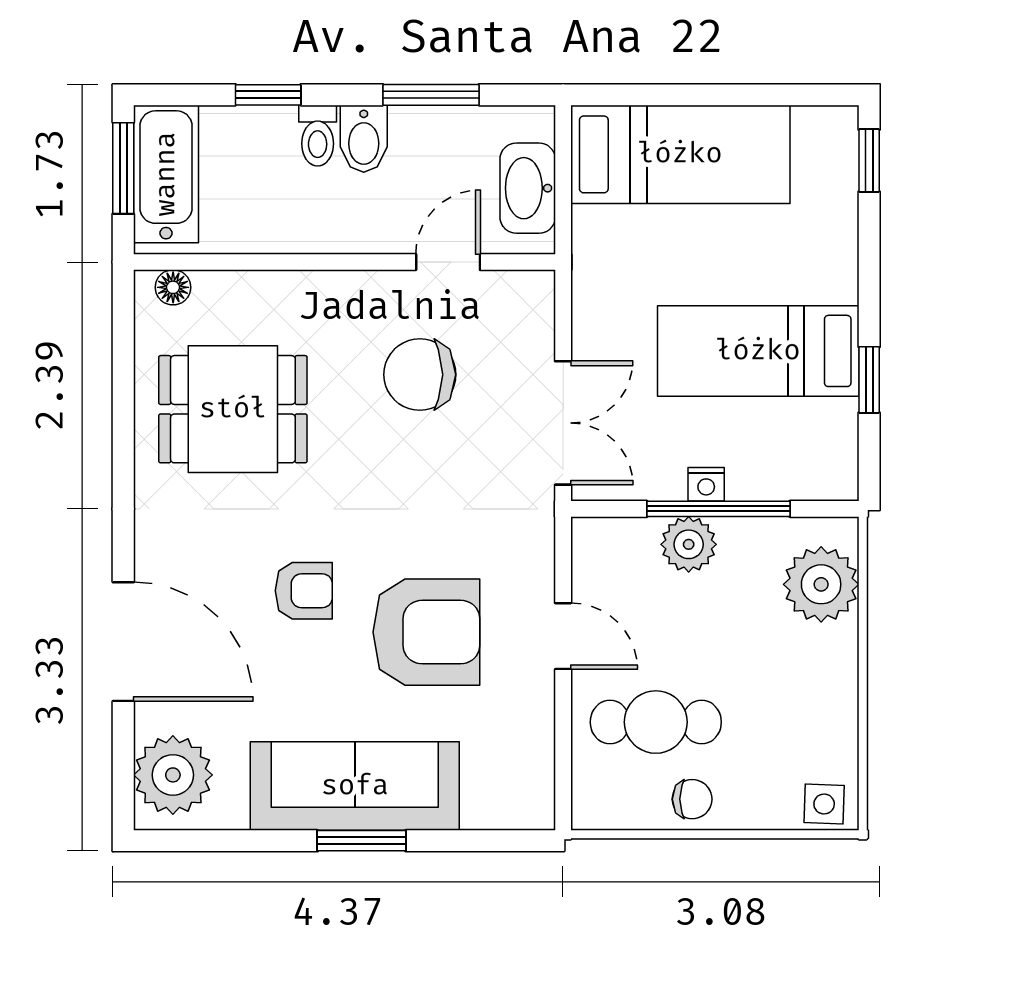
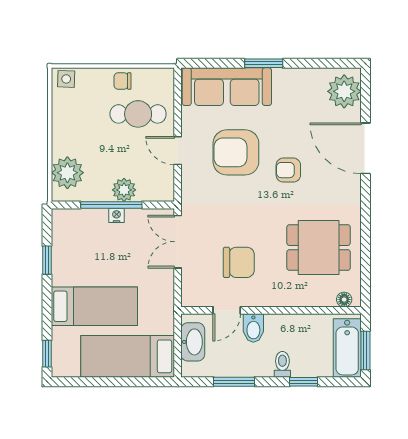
bidet: (364, 139) -> (253, 328), moved, turned 180
bed: (758, 351) -> (94, 306), moved
sofa: (355, 786) -> (227, 87), moved

